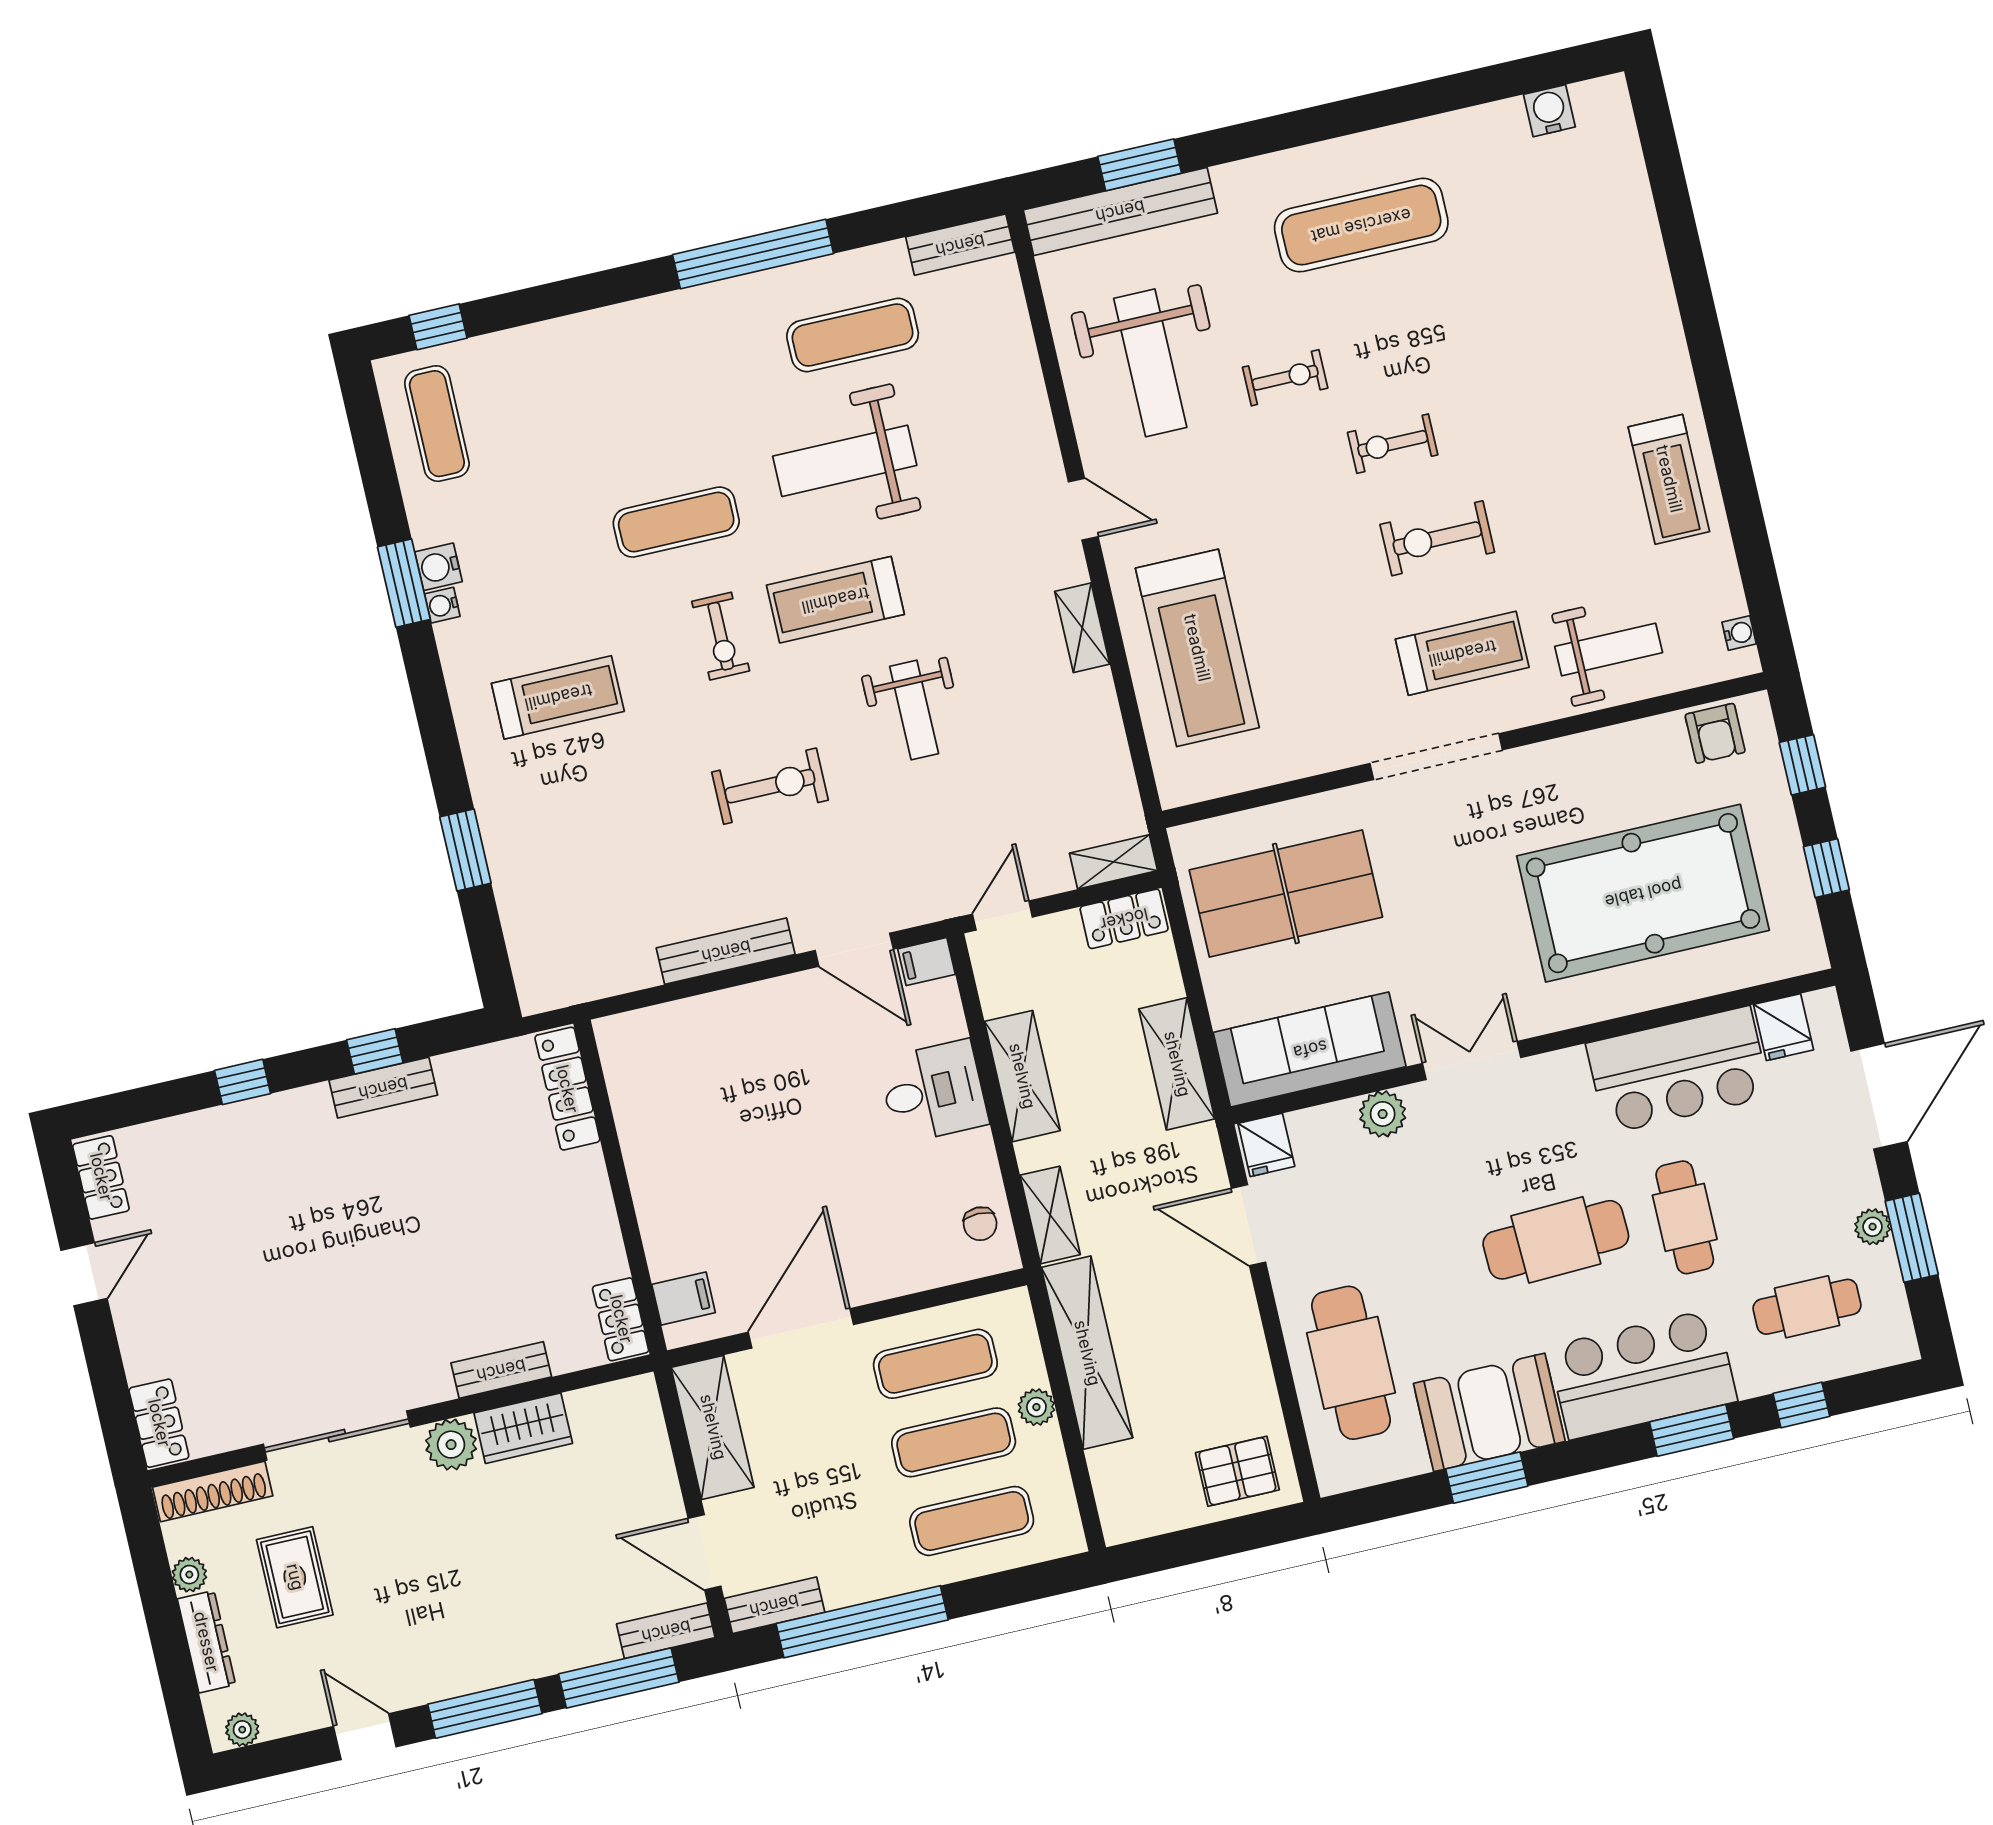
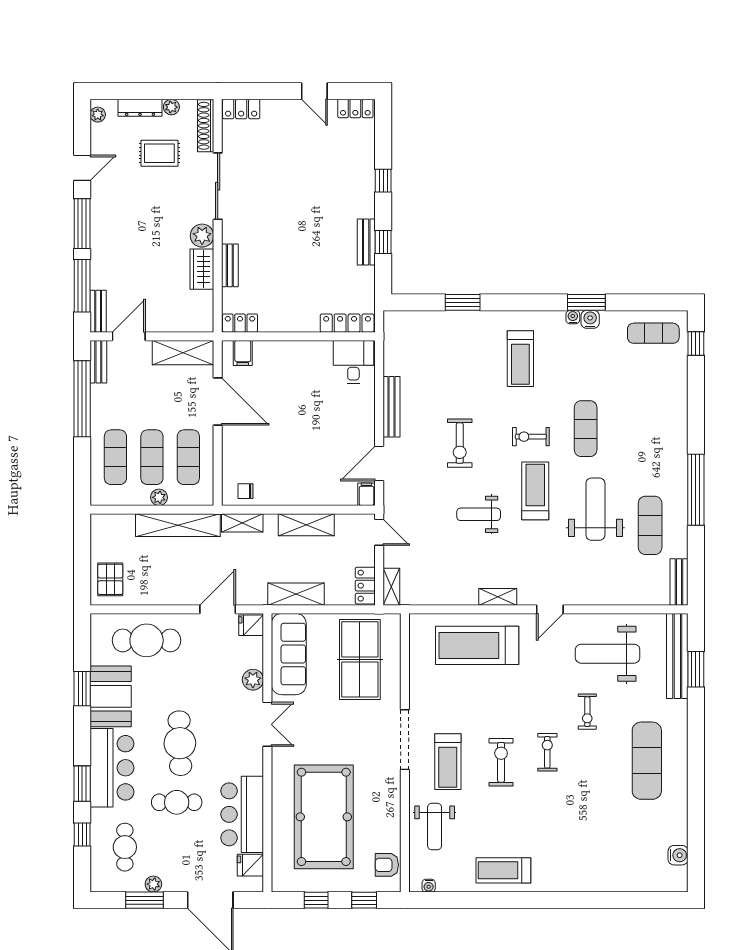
desk: (933, 1092) -> (353, 362), moved, turned 180

